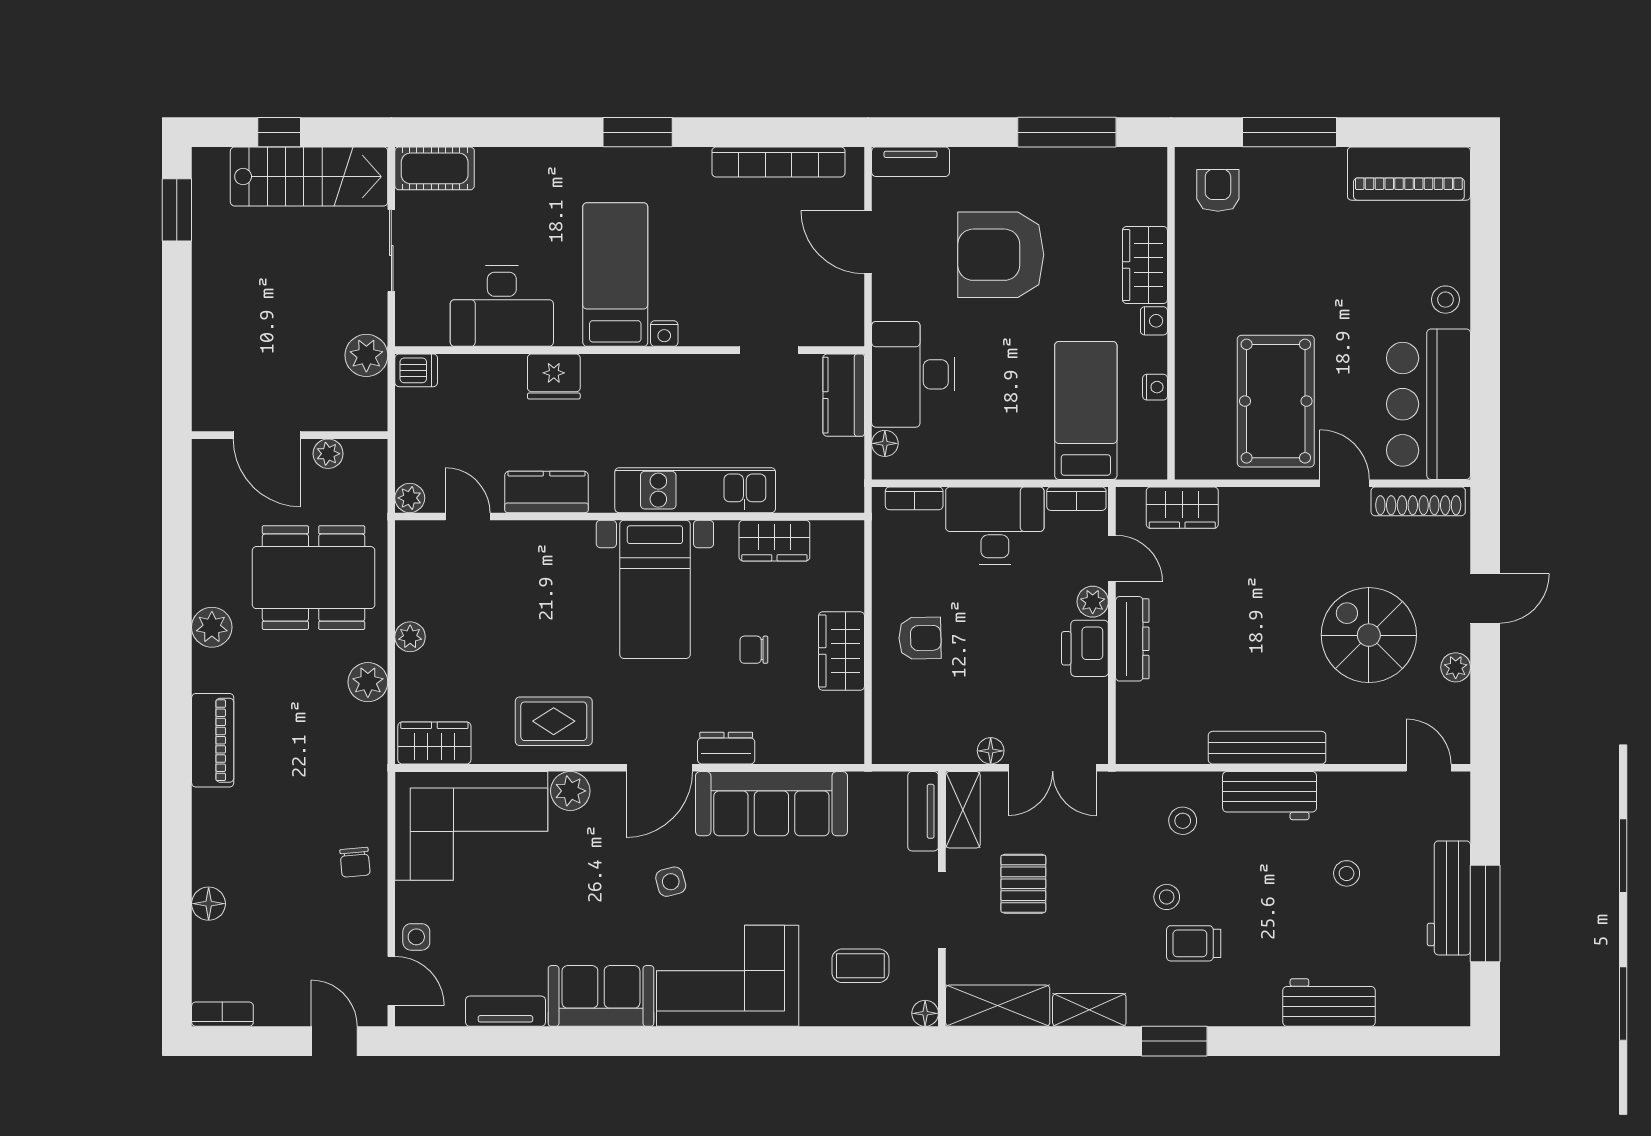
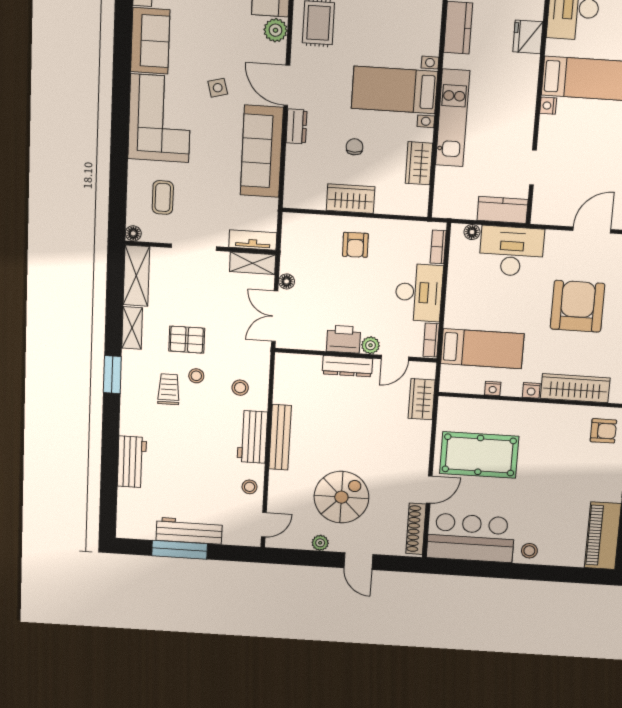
wardrobe: (1145, 265) -> (575, 388), width x1.50
stool: (1347, 873) -> (250, 487), moved
pallet: (1023, 884) -> (187, 340), moved

